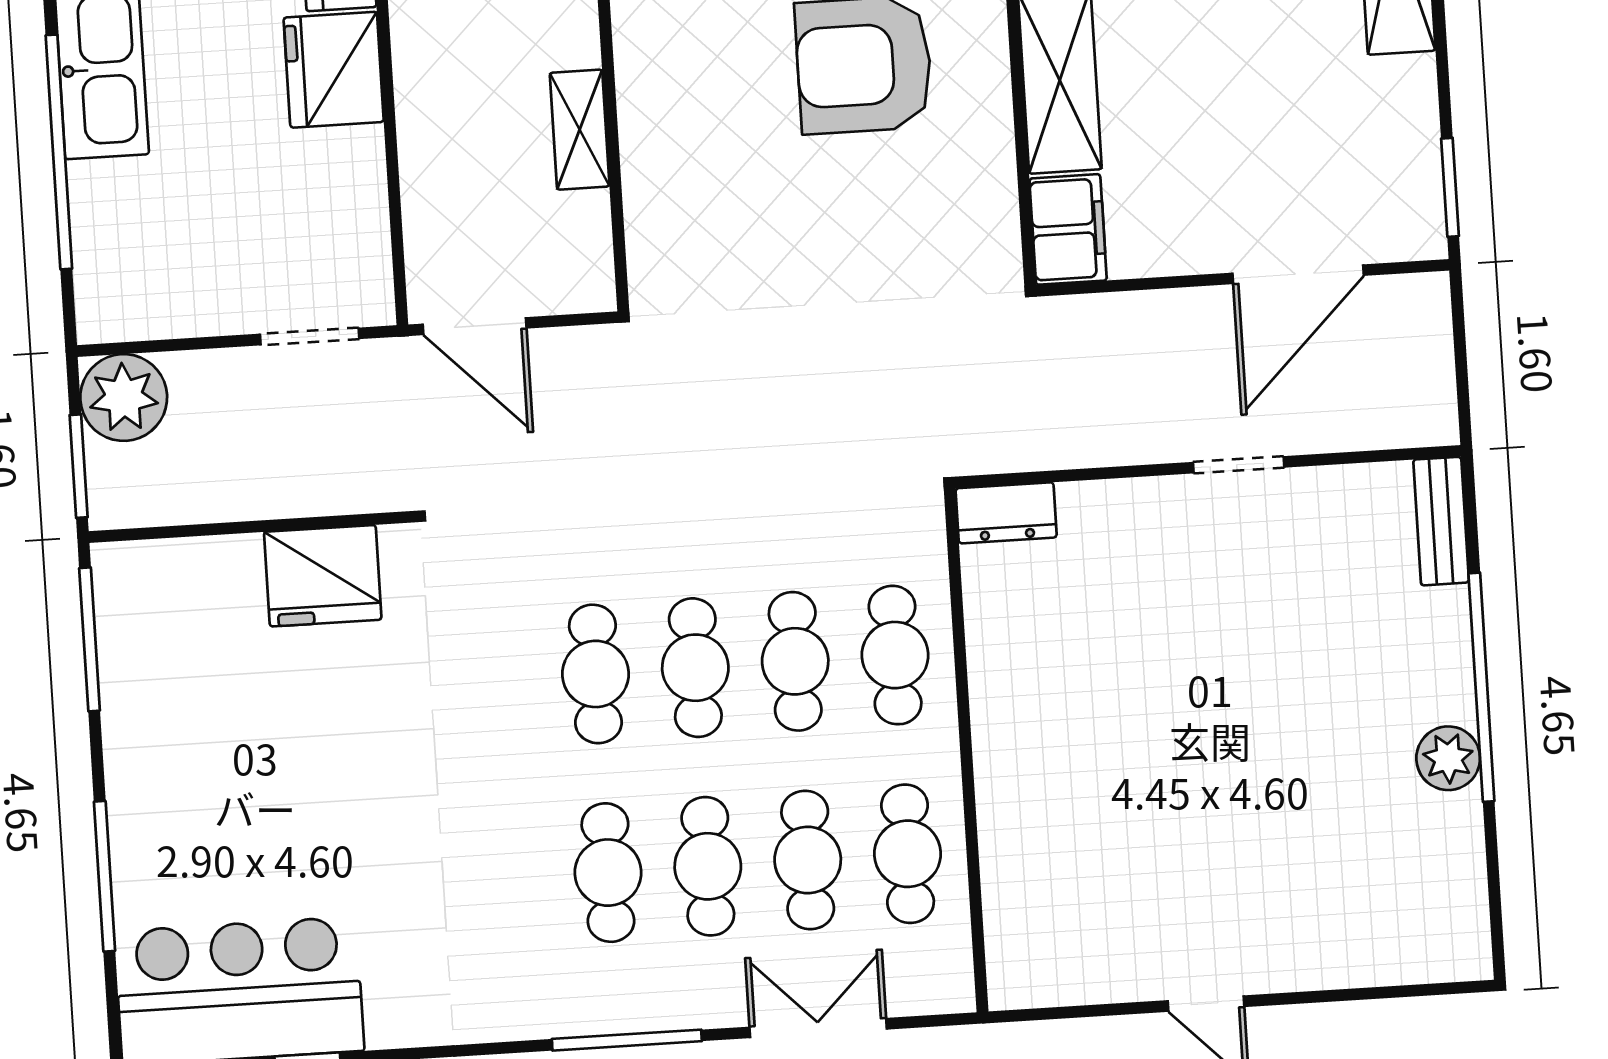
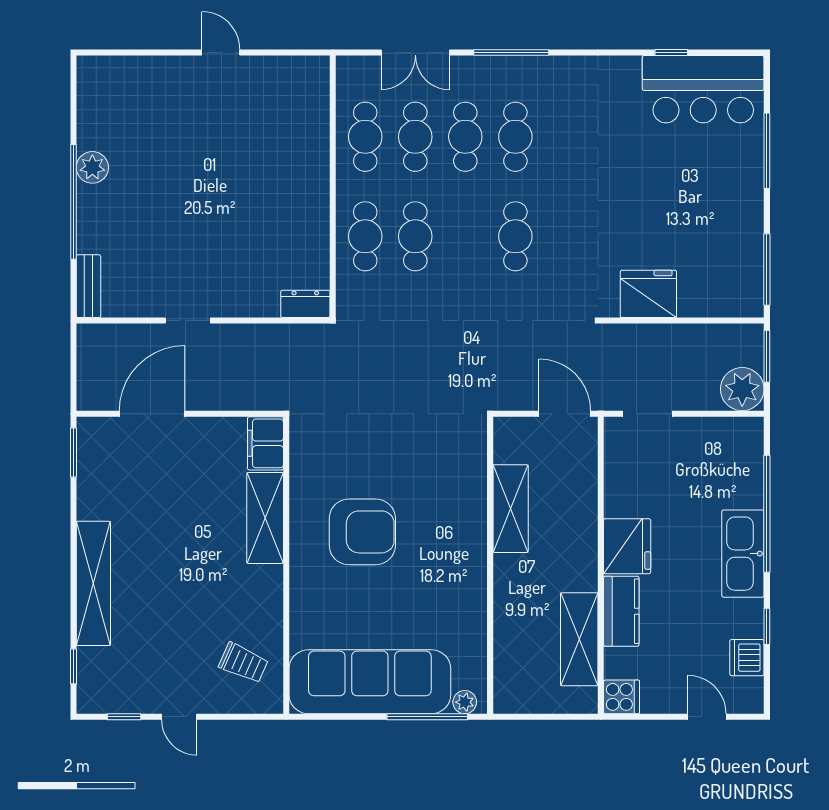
shelving: (580, 130) -> (511, 509), width x1.50, depth x1.33
cafe table: (695, 668) -> (465, 236), removed

